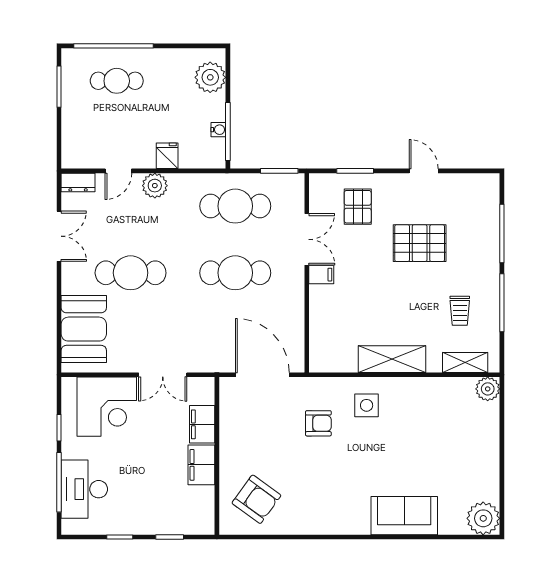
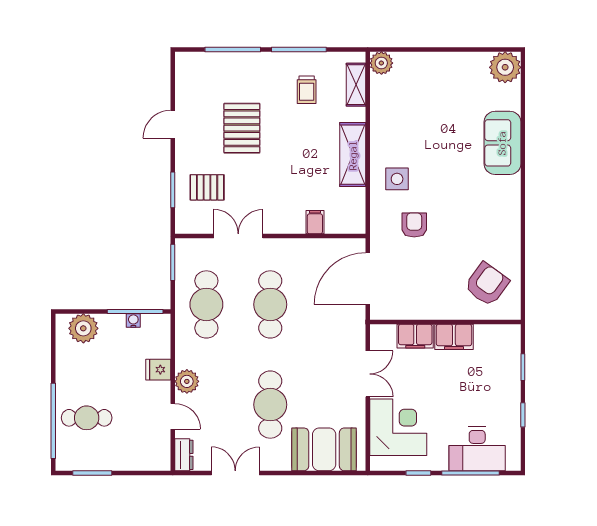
cafe table: (117, 81) -> (87, 418), turned 90
filing cabinet: (321, 275) -> (315, 222), moved
trolley: (460, 311) -> (307, 90), turned 90

